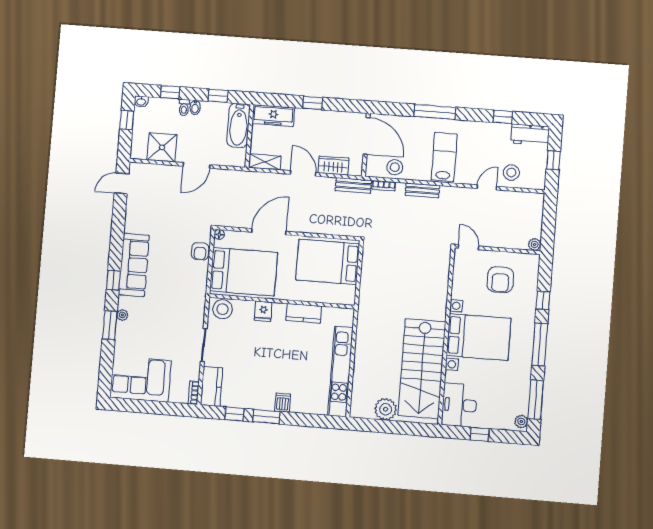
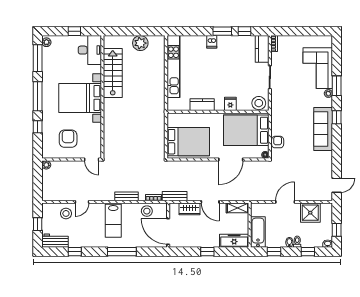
stairs: (422, 369) -> (113, 73), width x0.73, depth x0.66
corner sofa: (141, 379) -> (318, 68), moved, turned 90

